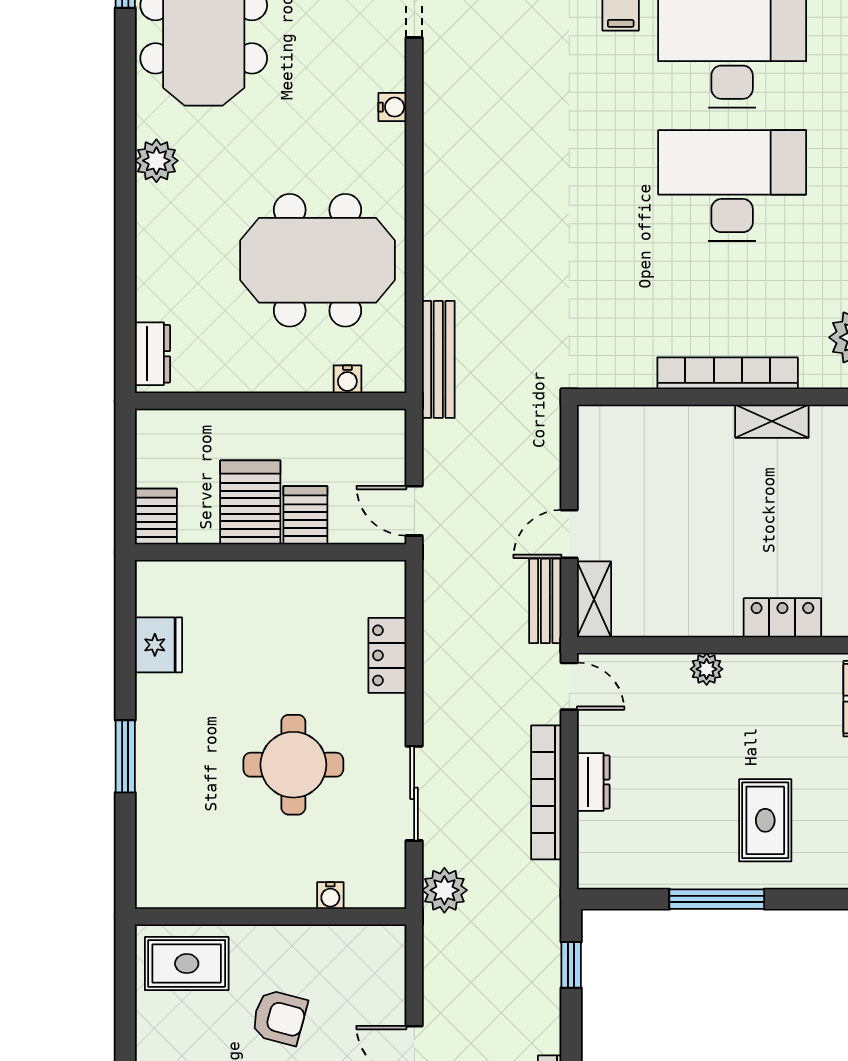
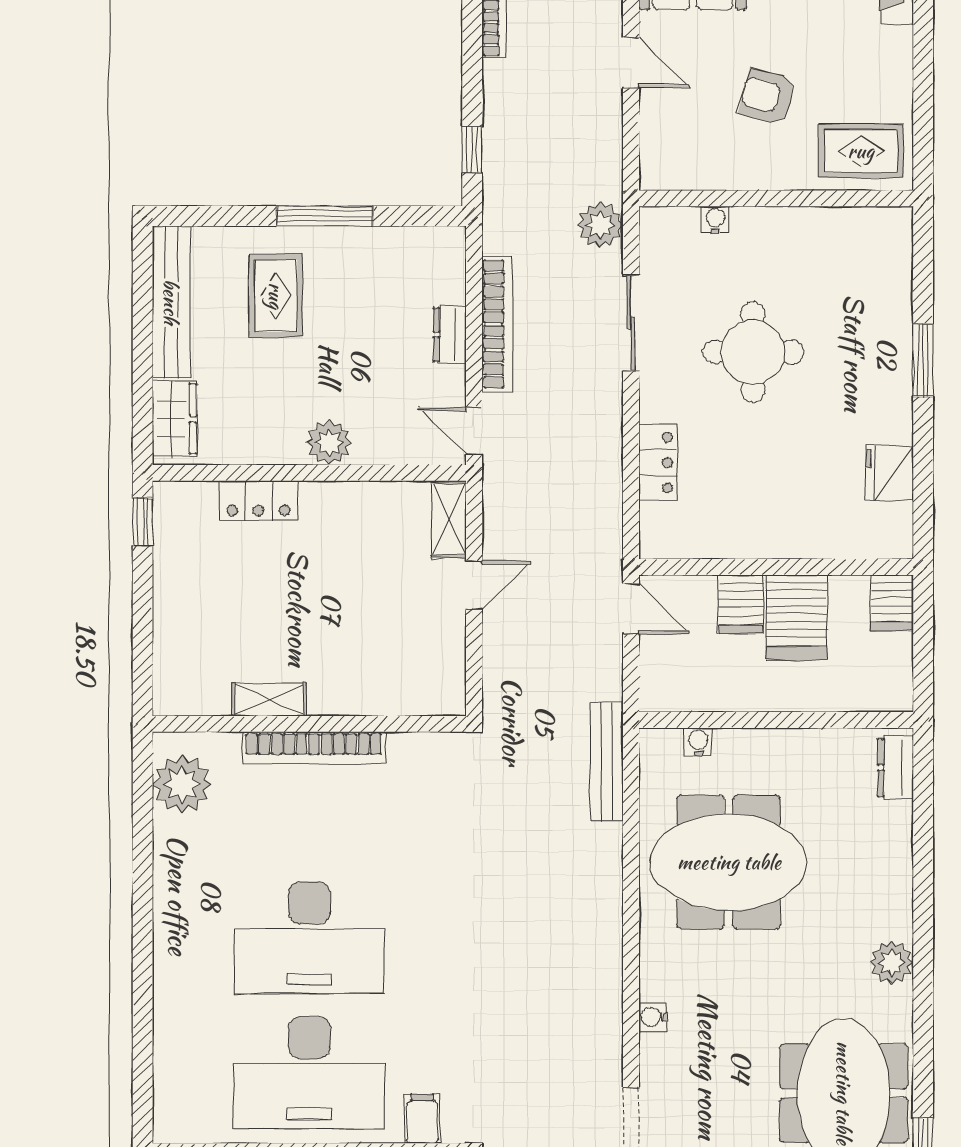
bench: (545, 601) -> (498, 518), removed
plant: (707, 669) -> (329, 443), width x1.38, depth x1.38

